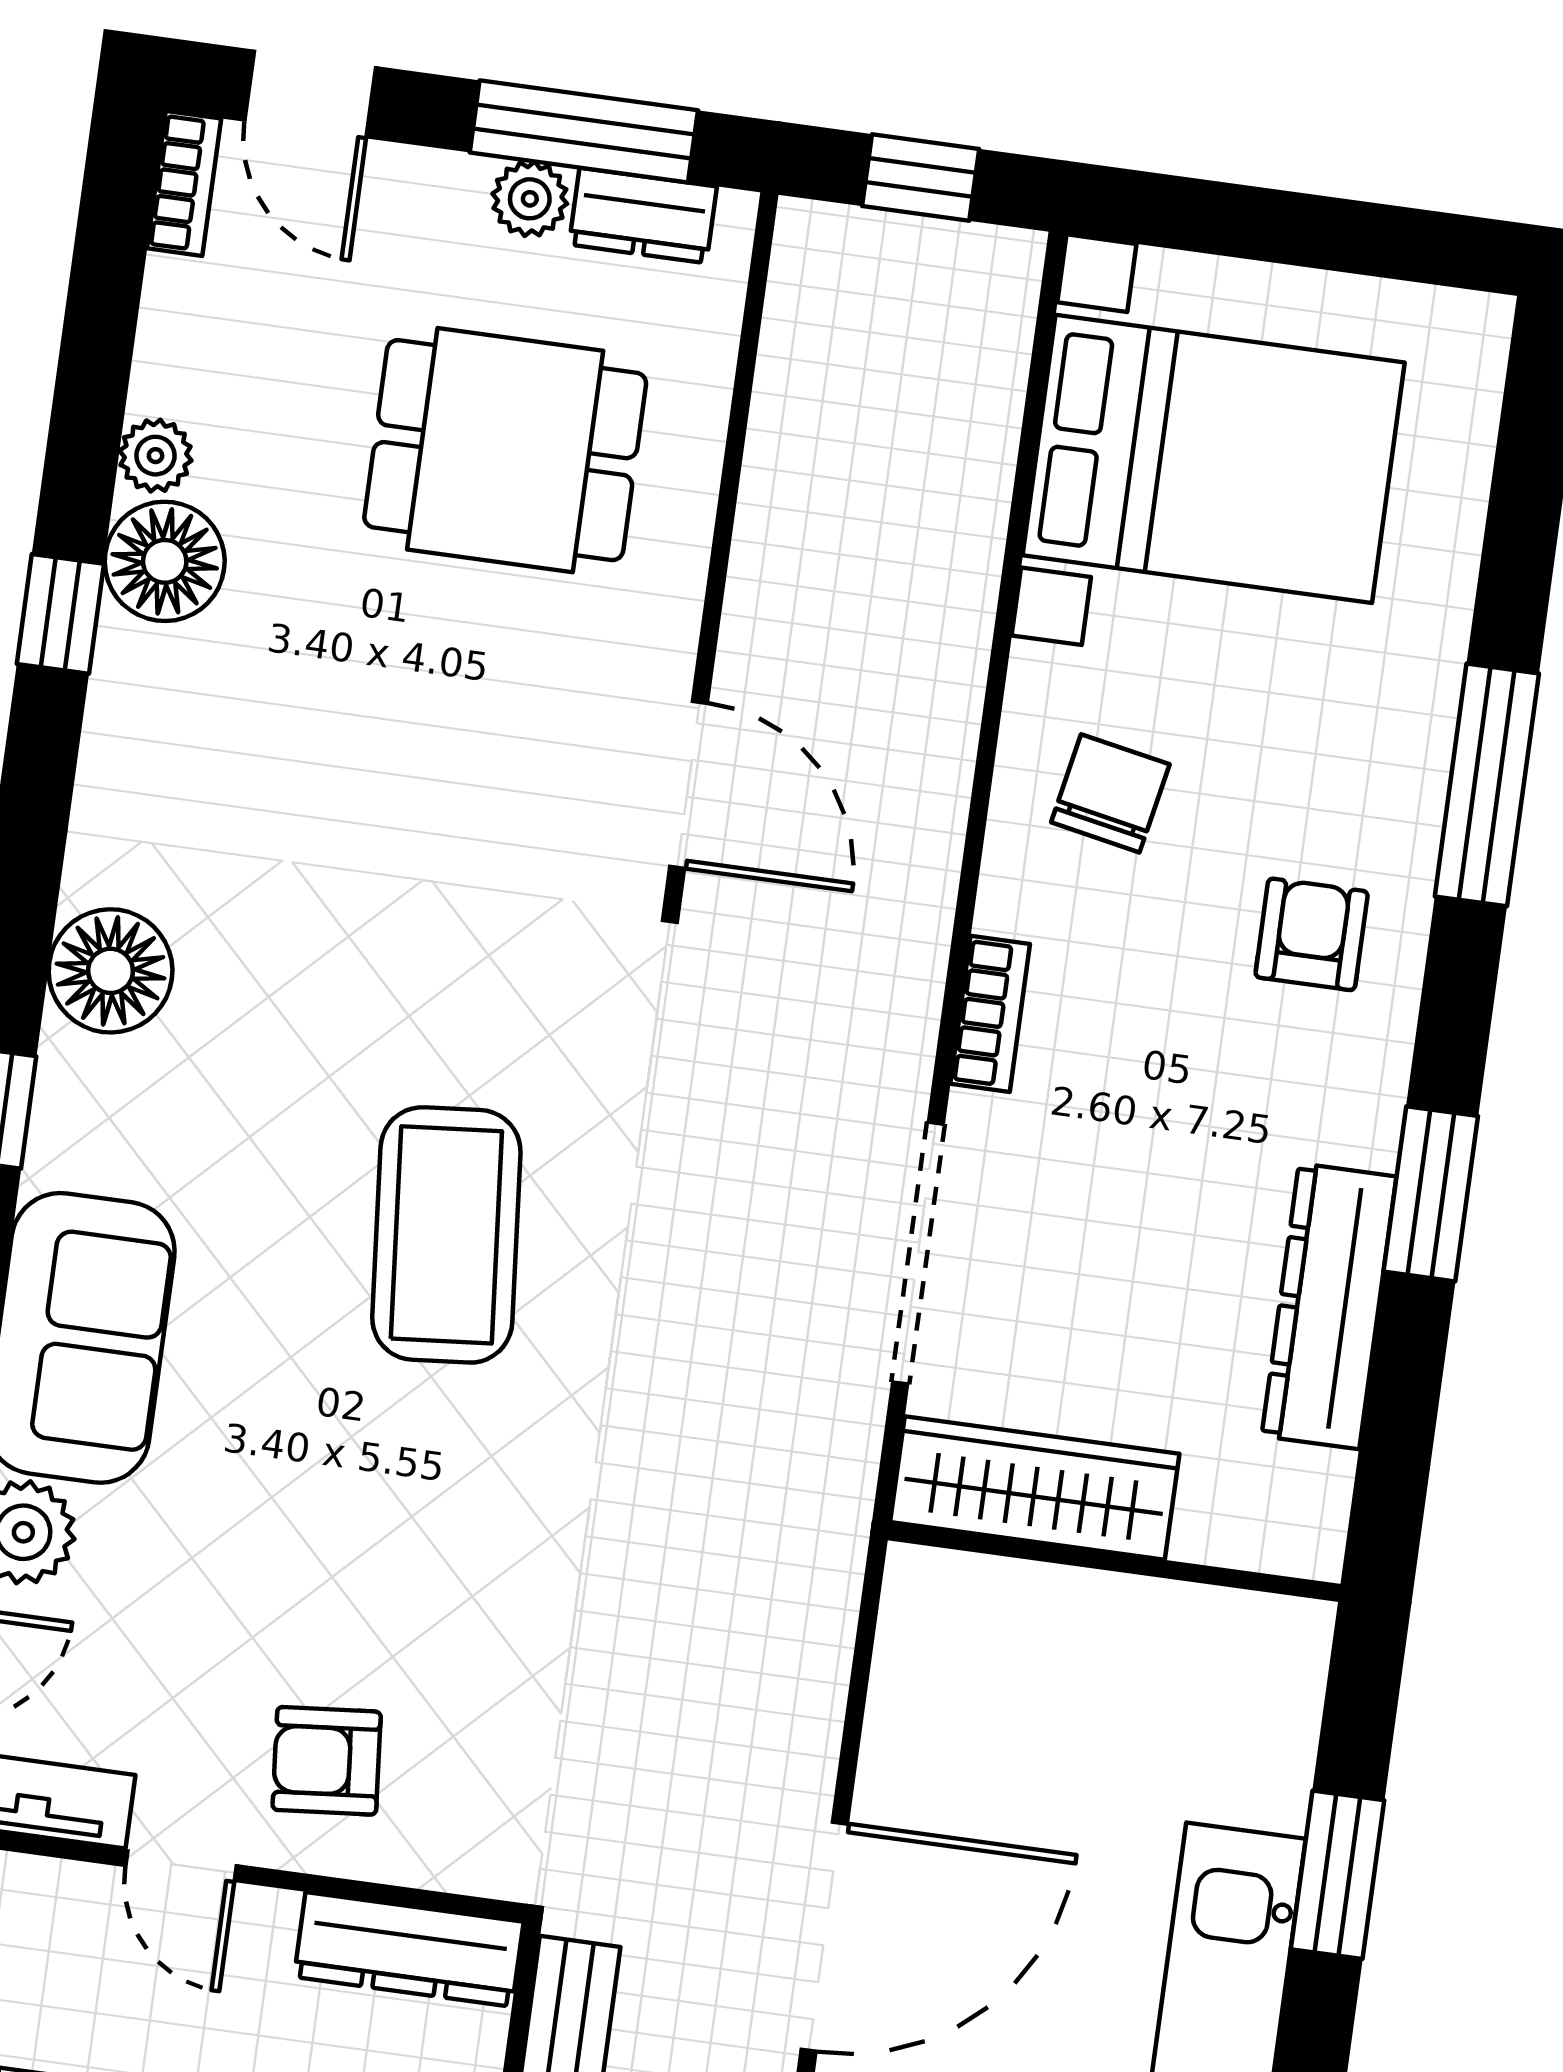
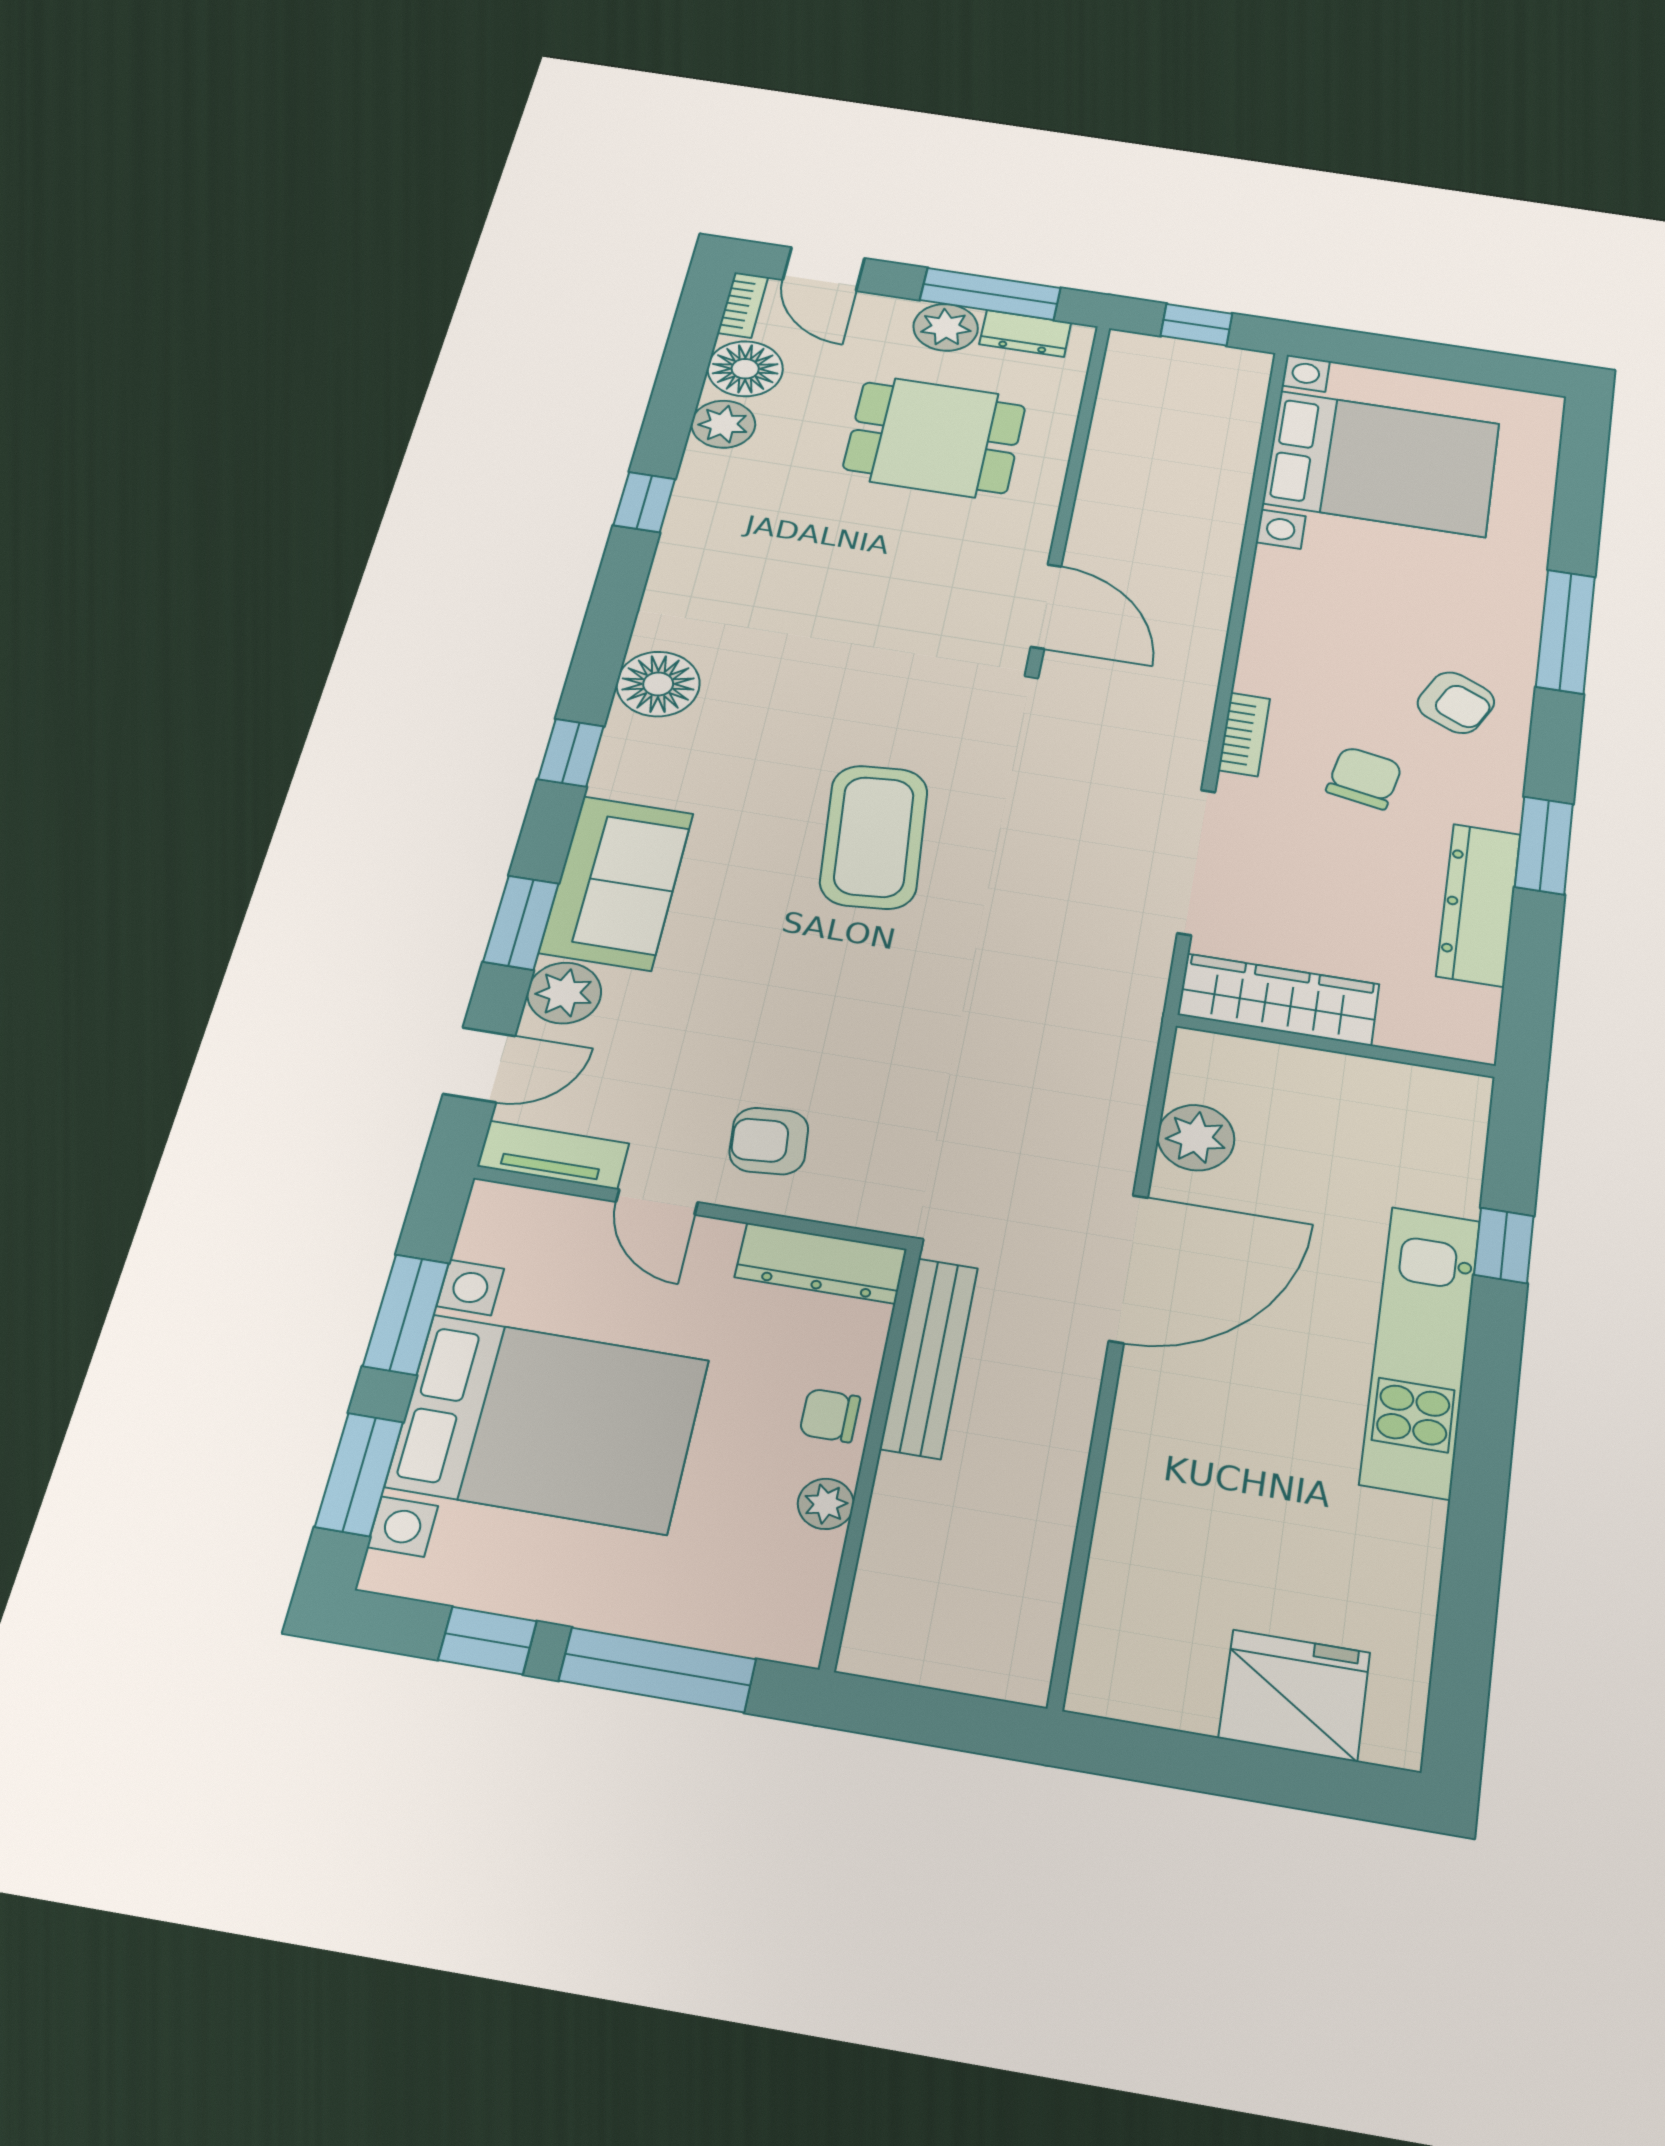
plant: (530, 199) -> (946, 327), width x1.38, depth x1.38
plant: (156, 456) -> (723, 424), width x1.38, depth x1.38
floor lamp: (165, 561) -> (745, 369), moved
chair: (1110, 793) -> (1364, 778), moved
armchair: (1312, 934) -> (1456, 703), turned 116
plant: (916, 1724) -> (1196, 1138), added
window: (1337, 1875) -> (1504, 1245), width x0.67

